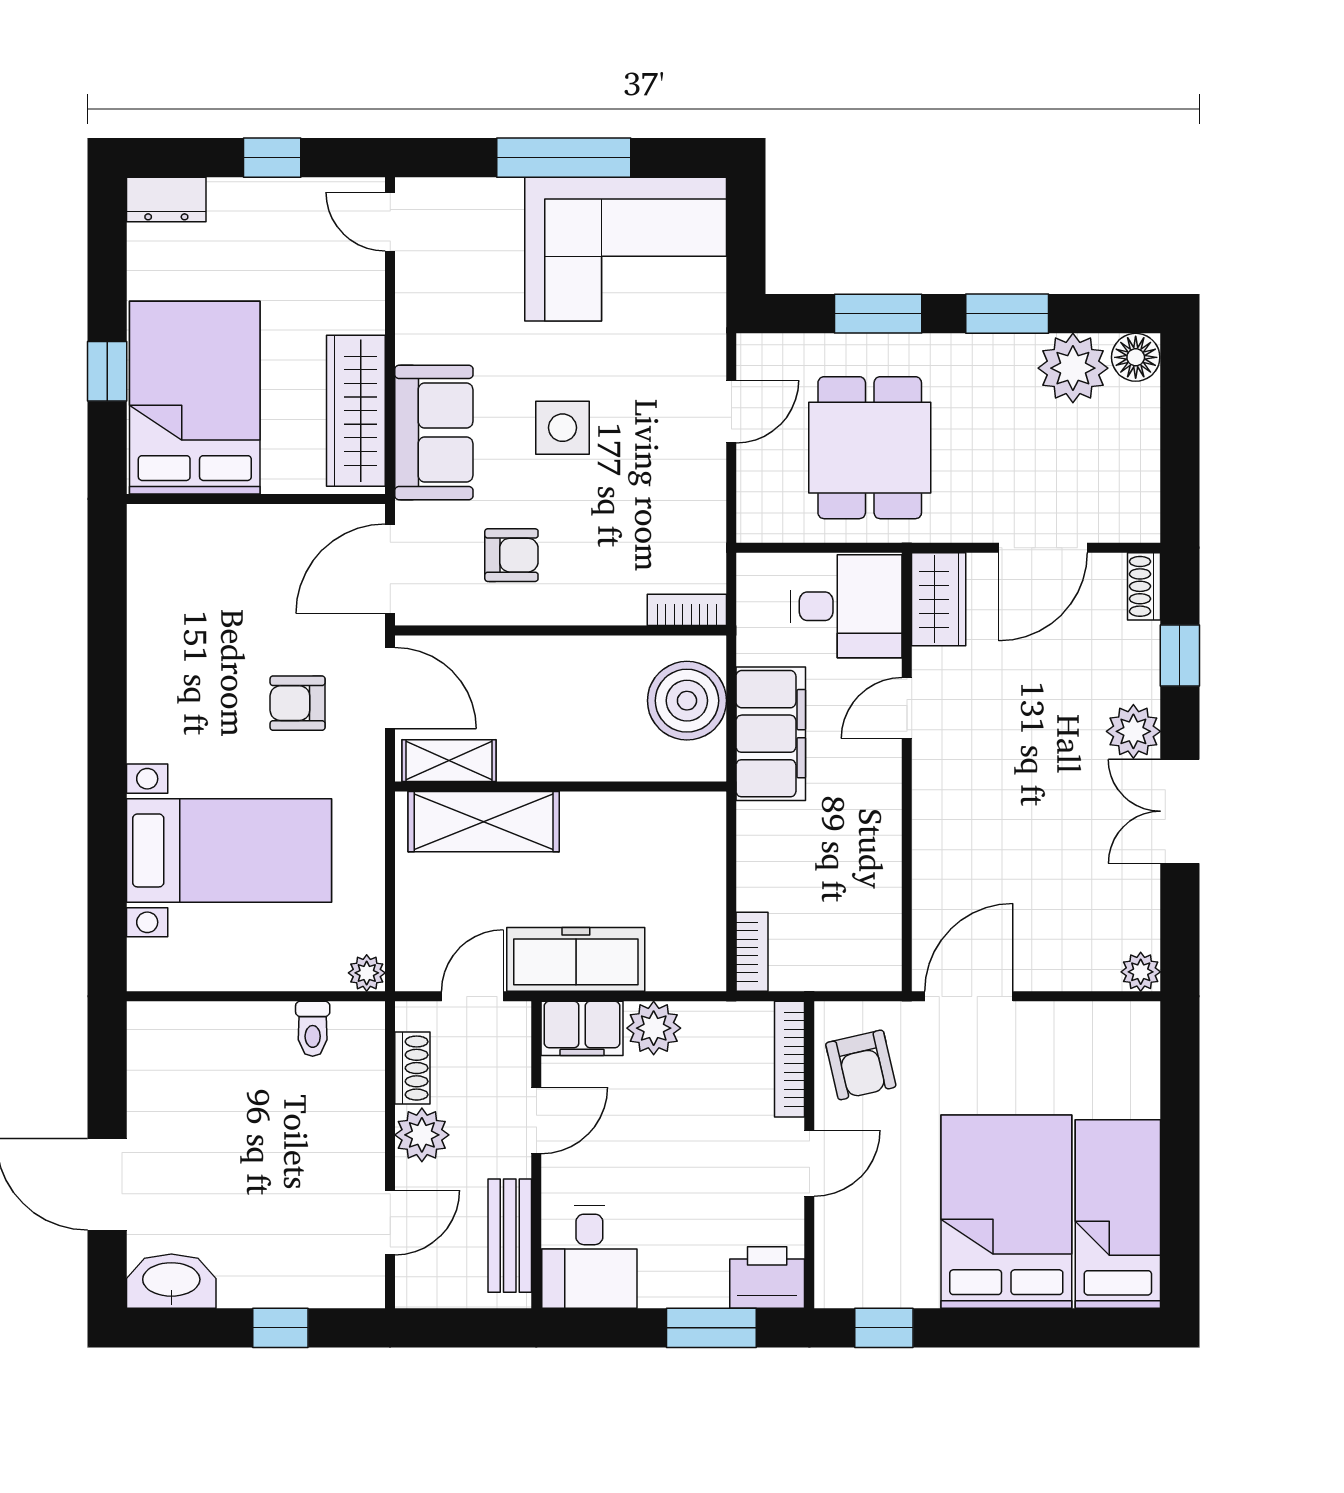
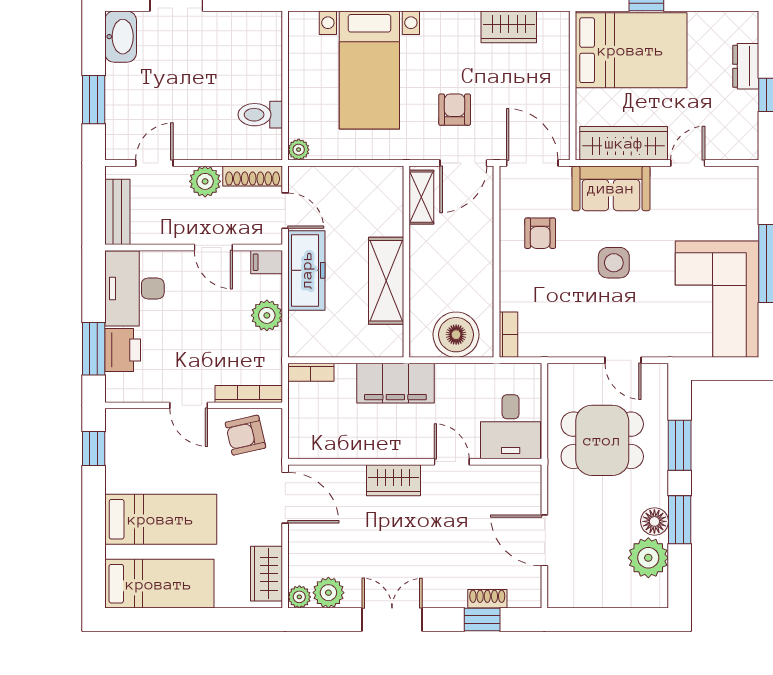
dresser: (166, 199) -> (746, 66), moved
door: (390, 222) -> (688, 163), moved
floor lamp: (1136, 357) -> (654, 521), moved
shoe rack: (1144, 586) -> (487, 599), moved
wardrobe: (939, 599) -> (393, 480), moved
wardrobe: (154, 609) -> (509, 27), added
plant: (1133, 731) -> (328, 593), moved
filing cabinet: (771, 734) -> (395, 383), moved
shelving: (484, 822) -> (386, 281), moved
filing cabinet: (582, 1028) -> (267, 262), width x0.50
toilet: (313, 1029) -> (260, 115), width x1.37, depth x1.39
wardrobe: (1100, 1029) -> (266, 574), added
shoe rack: (412, 1068) -> (253, 176), width x1.43
bed: (1006, 1212) -> (161, 519), width x0.67
door: (390, 1222) -> (154, 163), swing flipped
bench: (510, 1236) -> (117, 212), moved, turned 90
desk: (589, 1257) -> (134, 288), width x1.37
printer: (767, 1277) -> (123, 350), moved
window: (280, 1328) -> (94, 100), width x1.50

